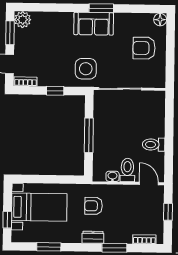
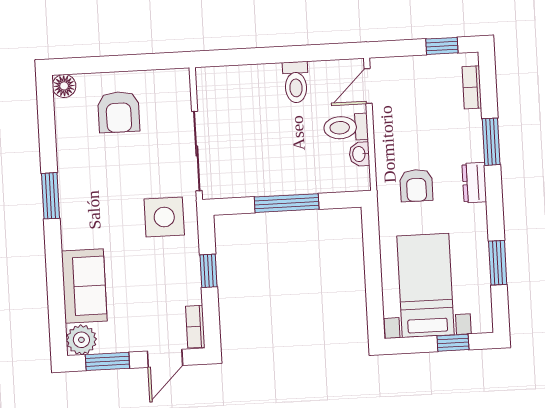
sofa: (94, 24) -> (84, 286), moved
window: (168, 212) -> (442, 46), moved

